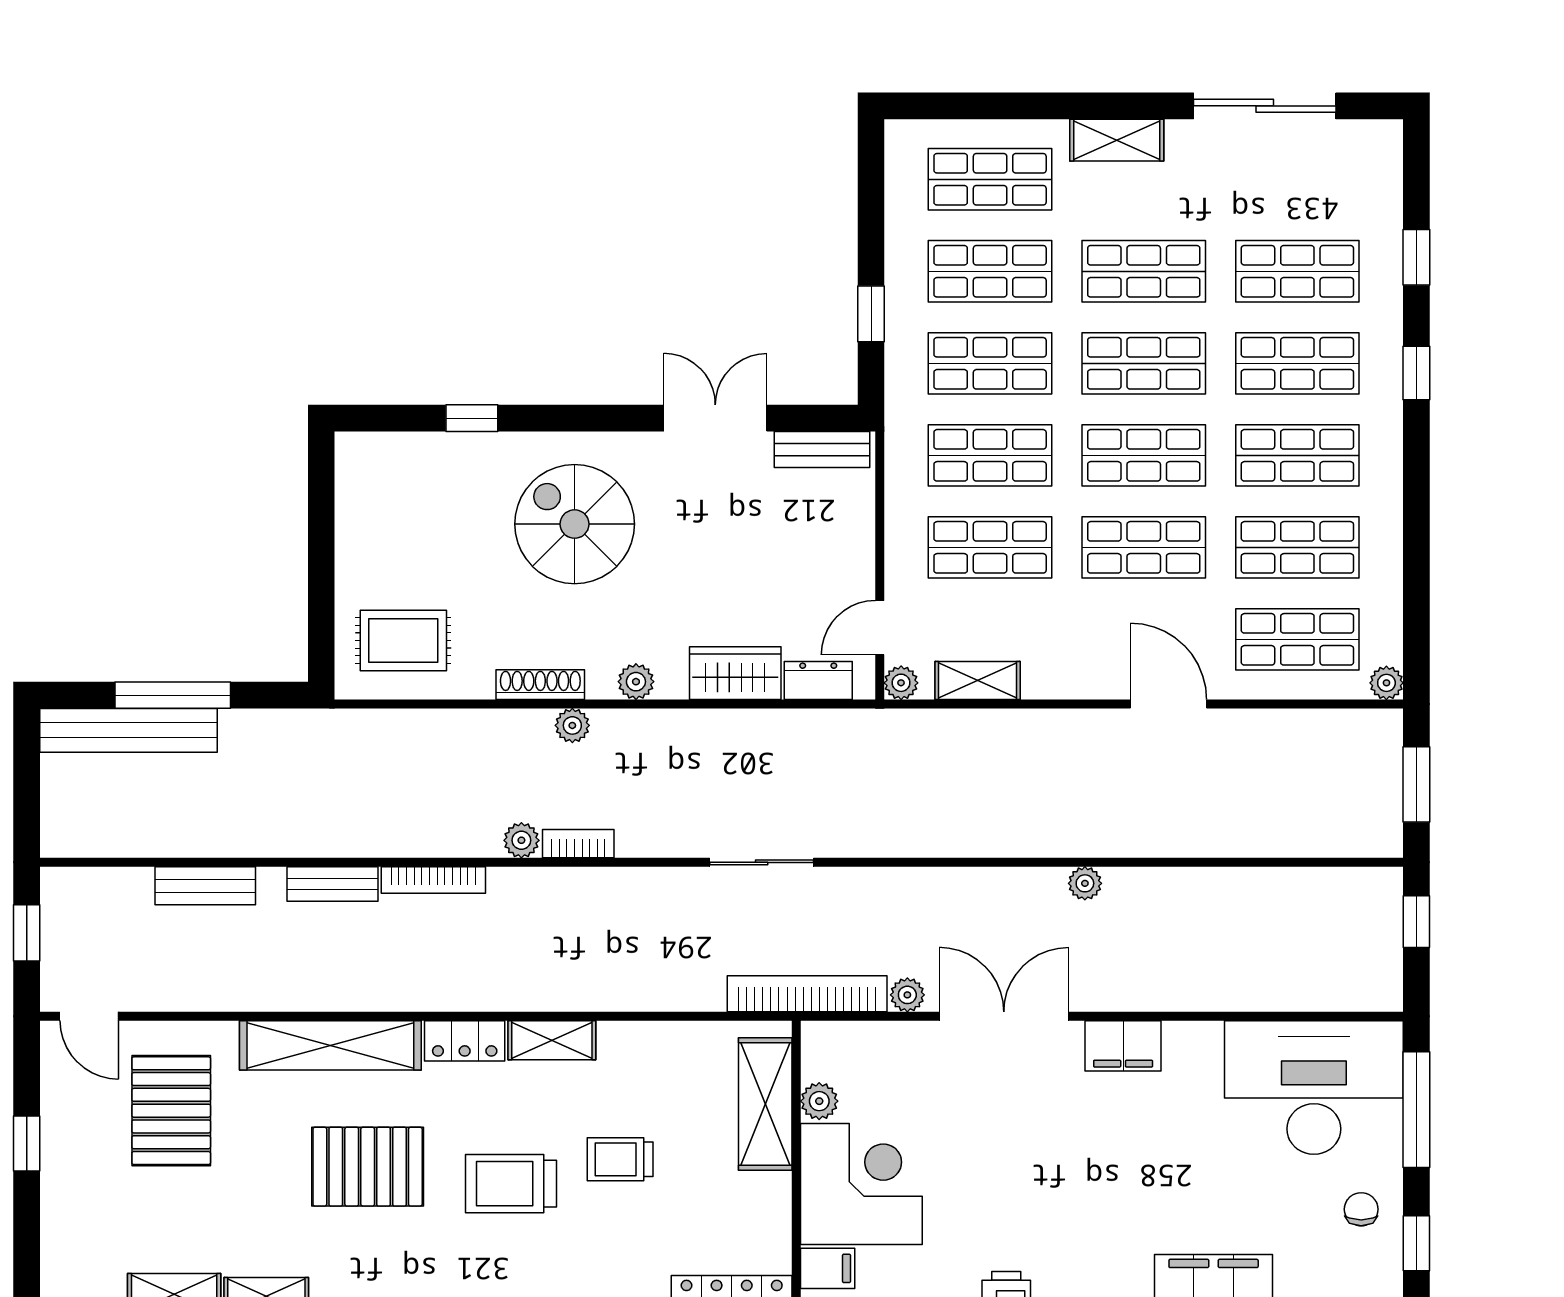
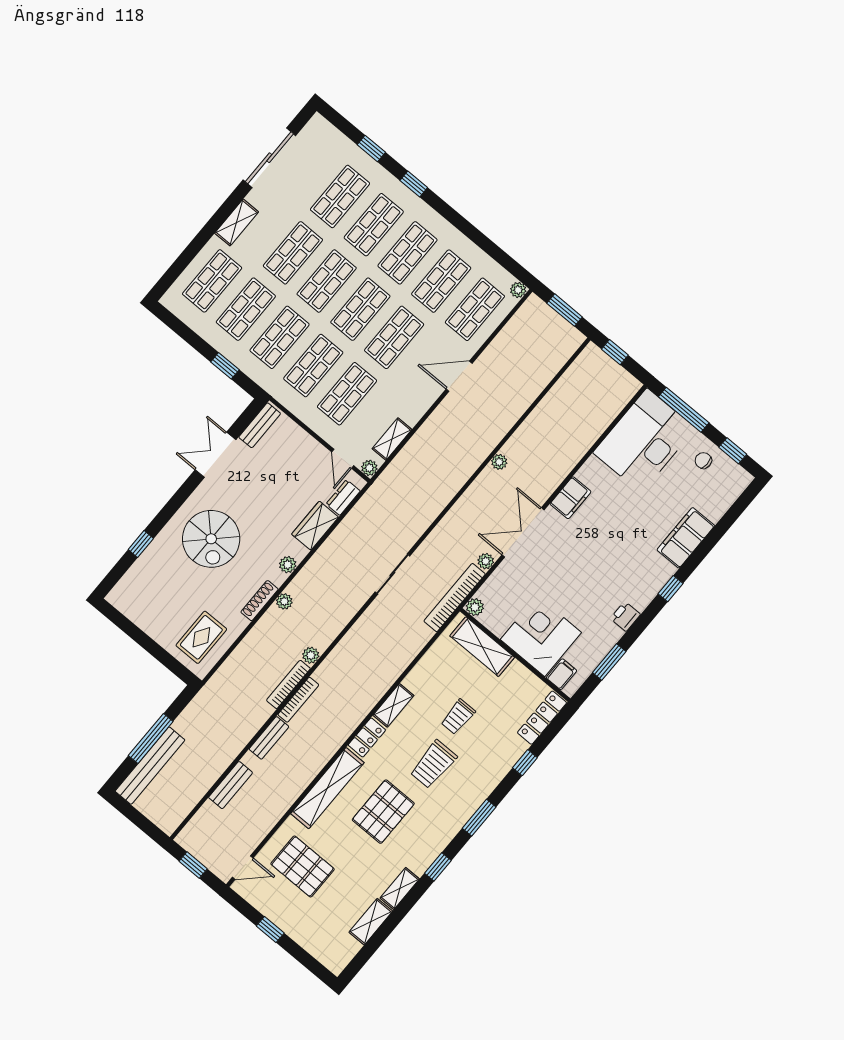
spiral stairs: (575, 524) -> (211, 539), turned -90
bookcase: (578, 844) -> (288, 684), moved, width x1.56
plant: (819, 1101) -> (475, 607), moved

